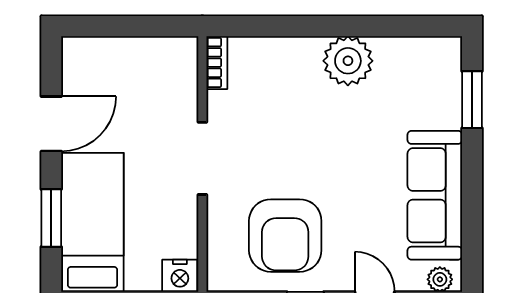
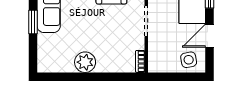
side table: (101, 66) -> (189, 60), added
window: (472, 100) -> (33, 22), moved

